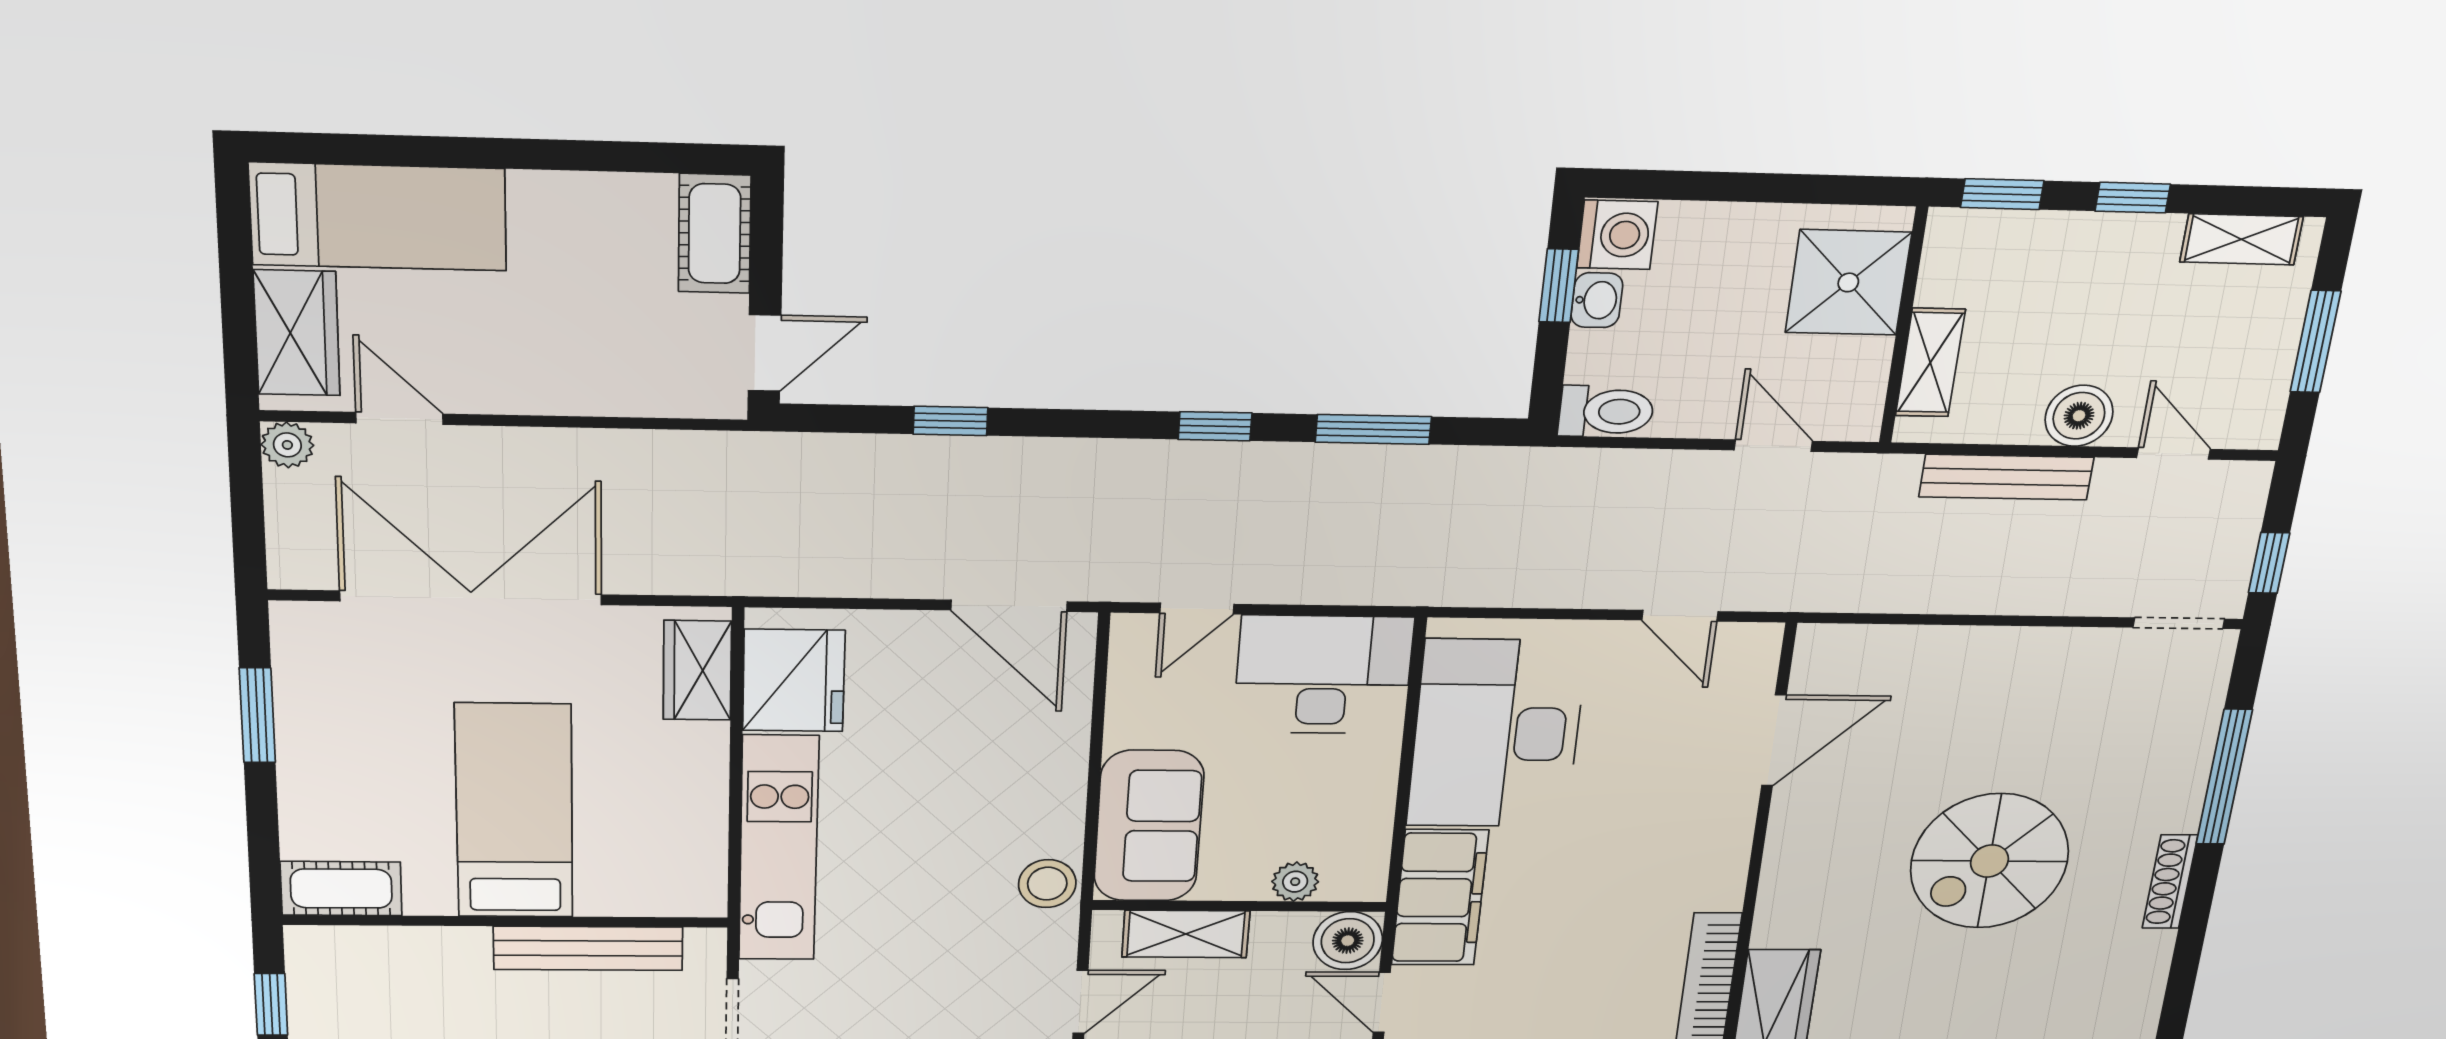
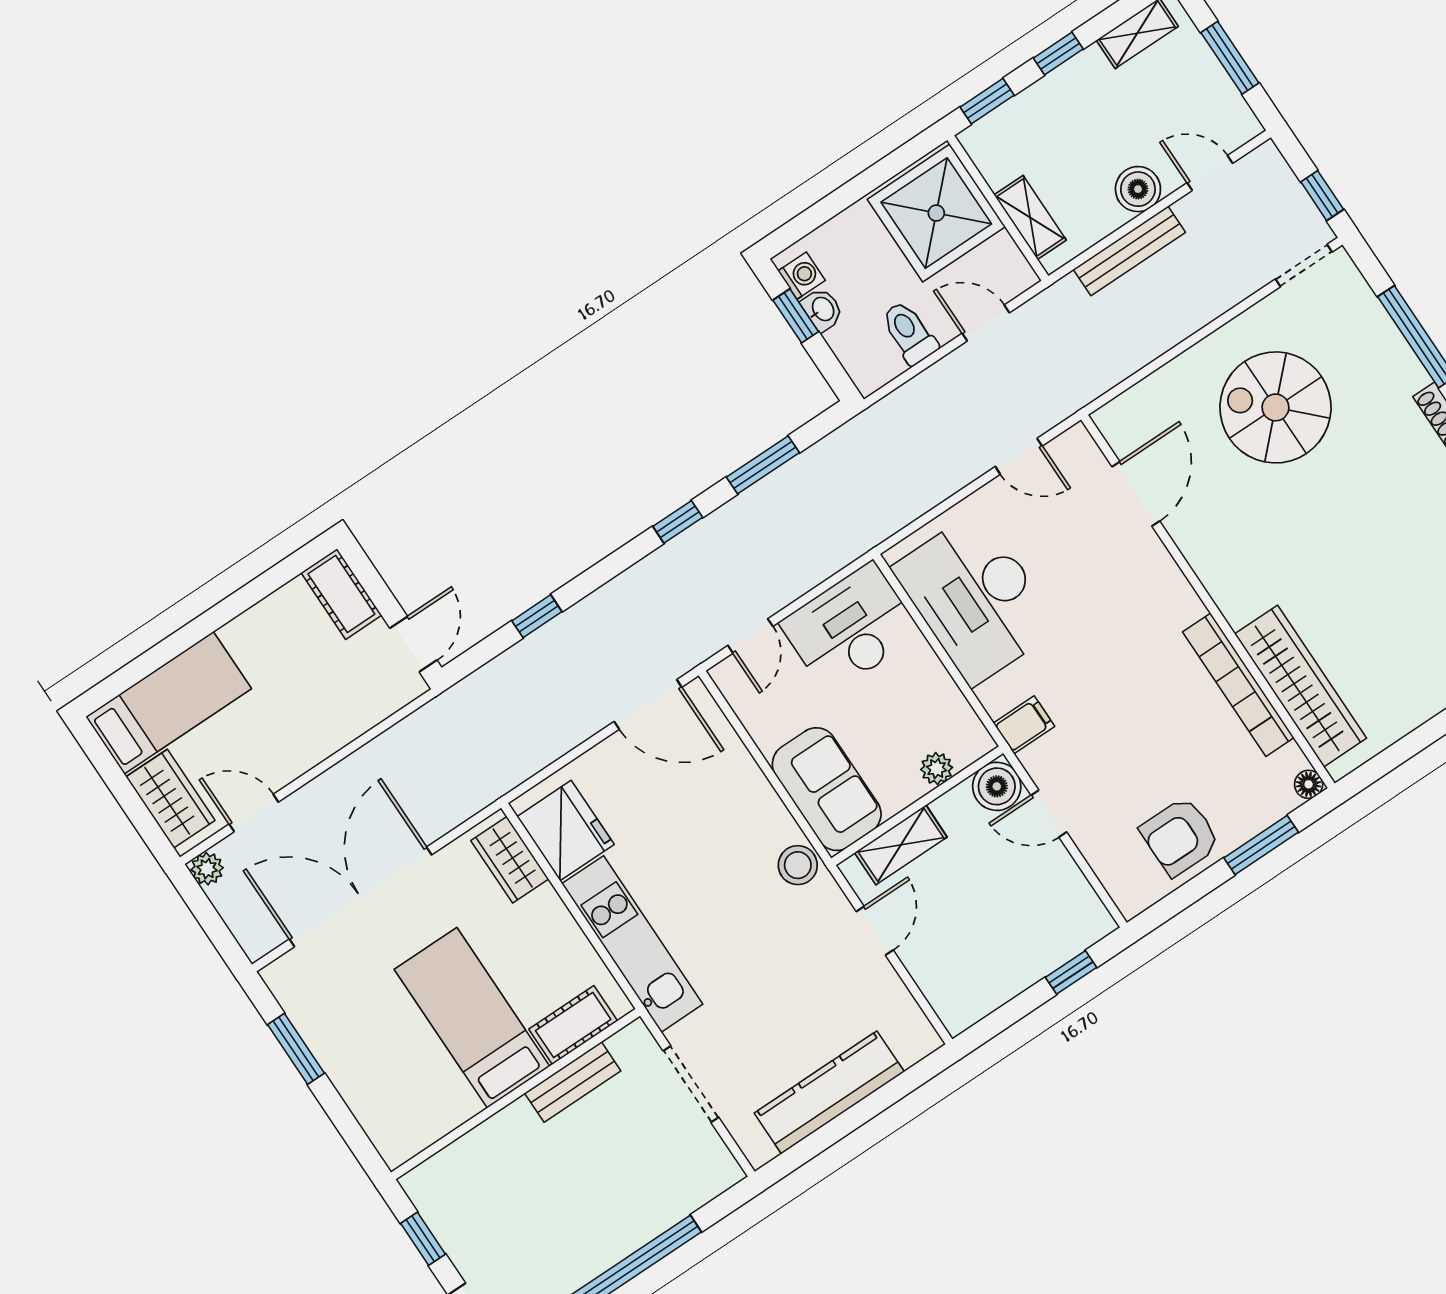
washing machine: (1617, 235) -> (802, 276), width x0.73, depth x0.73
shower: (1848, 282) -> (936, 213), width x1.37, depth x1.37
toilet: (1606, 411) -> (909, 333), moved, turned -90
spiral stairs: (1989, 861) -> (1275, 407), moved, turned 90
cot: (341, 889) -> (573, 1025), moved
filing cabinet: (1440, 898) -> (1024, 725), width x0.33, depth x0.86
bench: (588, 948) -> (573, 1082), width x0.73

